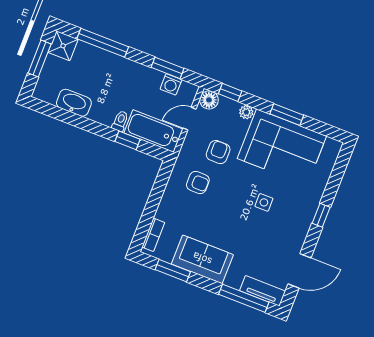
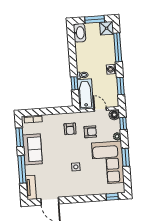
washing machine: (171, 84) -> (111, 69), moved
washbasin: (74, 103) -> (79, 33), moved
window: (321, 215) -> (112, 197), moved
window: (244, 298) -> (22, 169), moved

